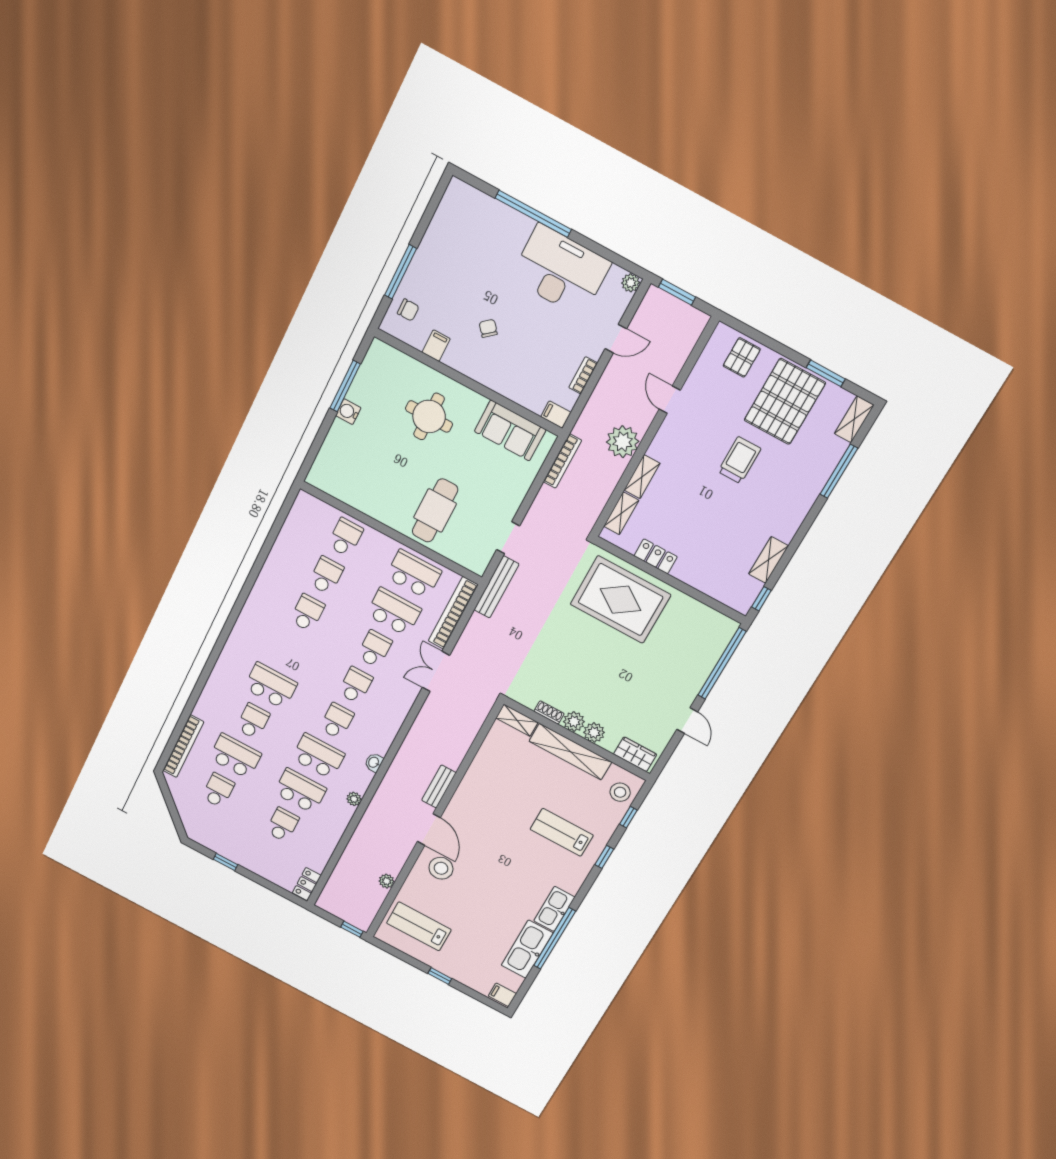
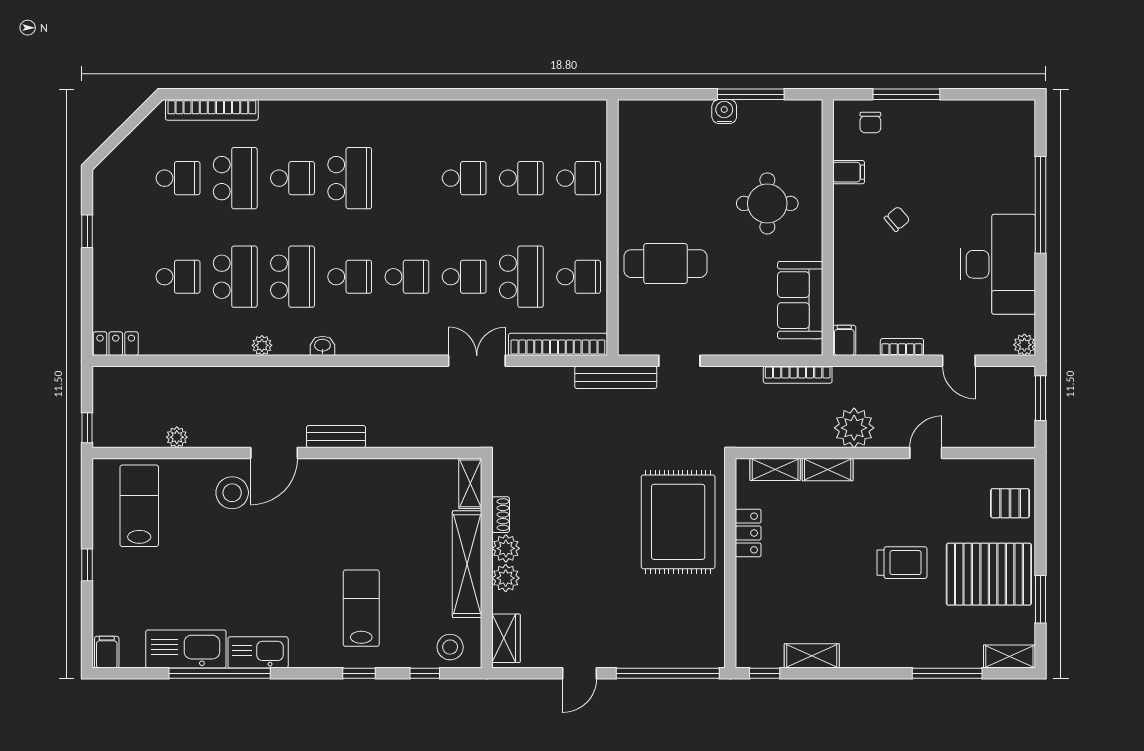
school desk: (414, 574) -> (579, 277), width x0.54

